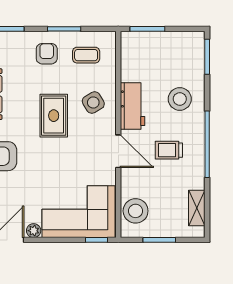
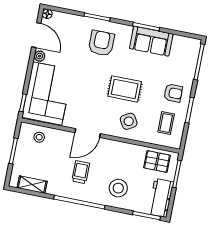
pallet: (137, 57) -> (157, 162), added
workbench: (133, 106) -> (161, 198), moved, turned 90
stool: (136, 211) -> (39, 137), width x0.53, depth x0.53

